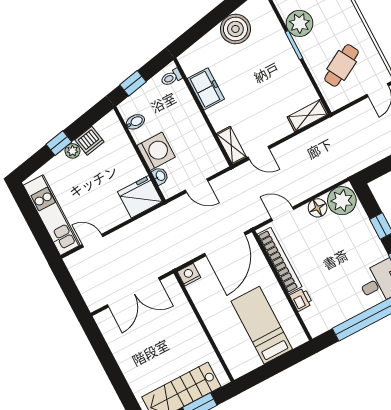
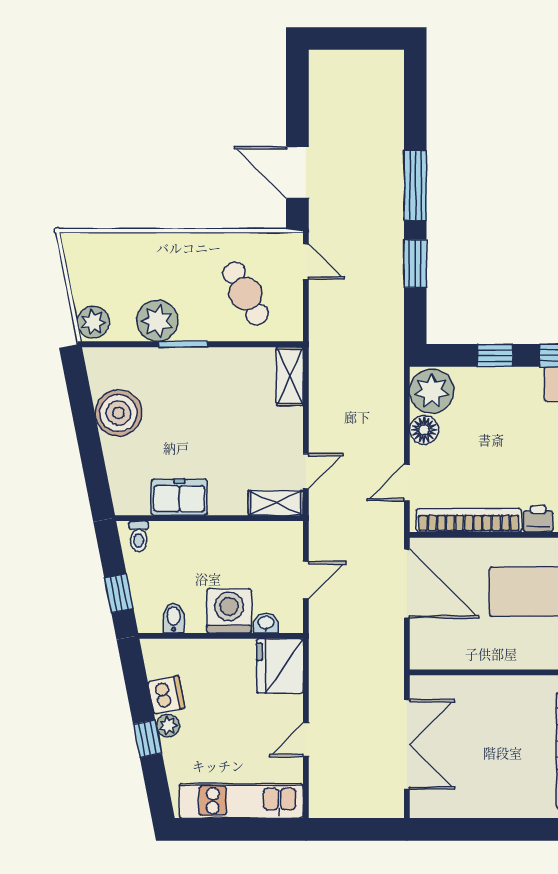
door: (92, 241) -> (306, 740), moved
nightstand: (189, 275) -> (423, 655), removed

